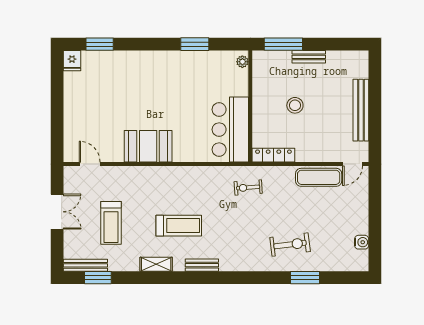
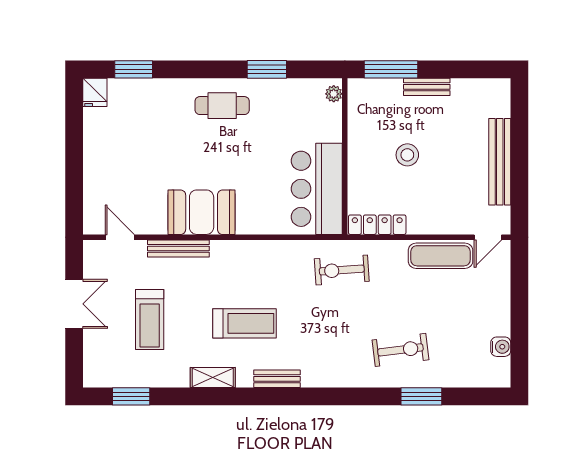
cafe table: (163, 70) -> (222, 106), added
exercise bike: (248, 188) -> (342, 270), width x1.38, depth x1.39
bench: (85, 265) -> (178, 248), moved

